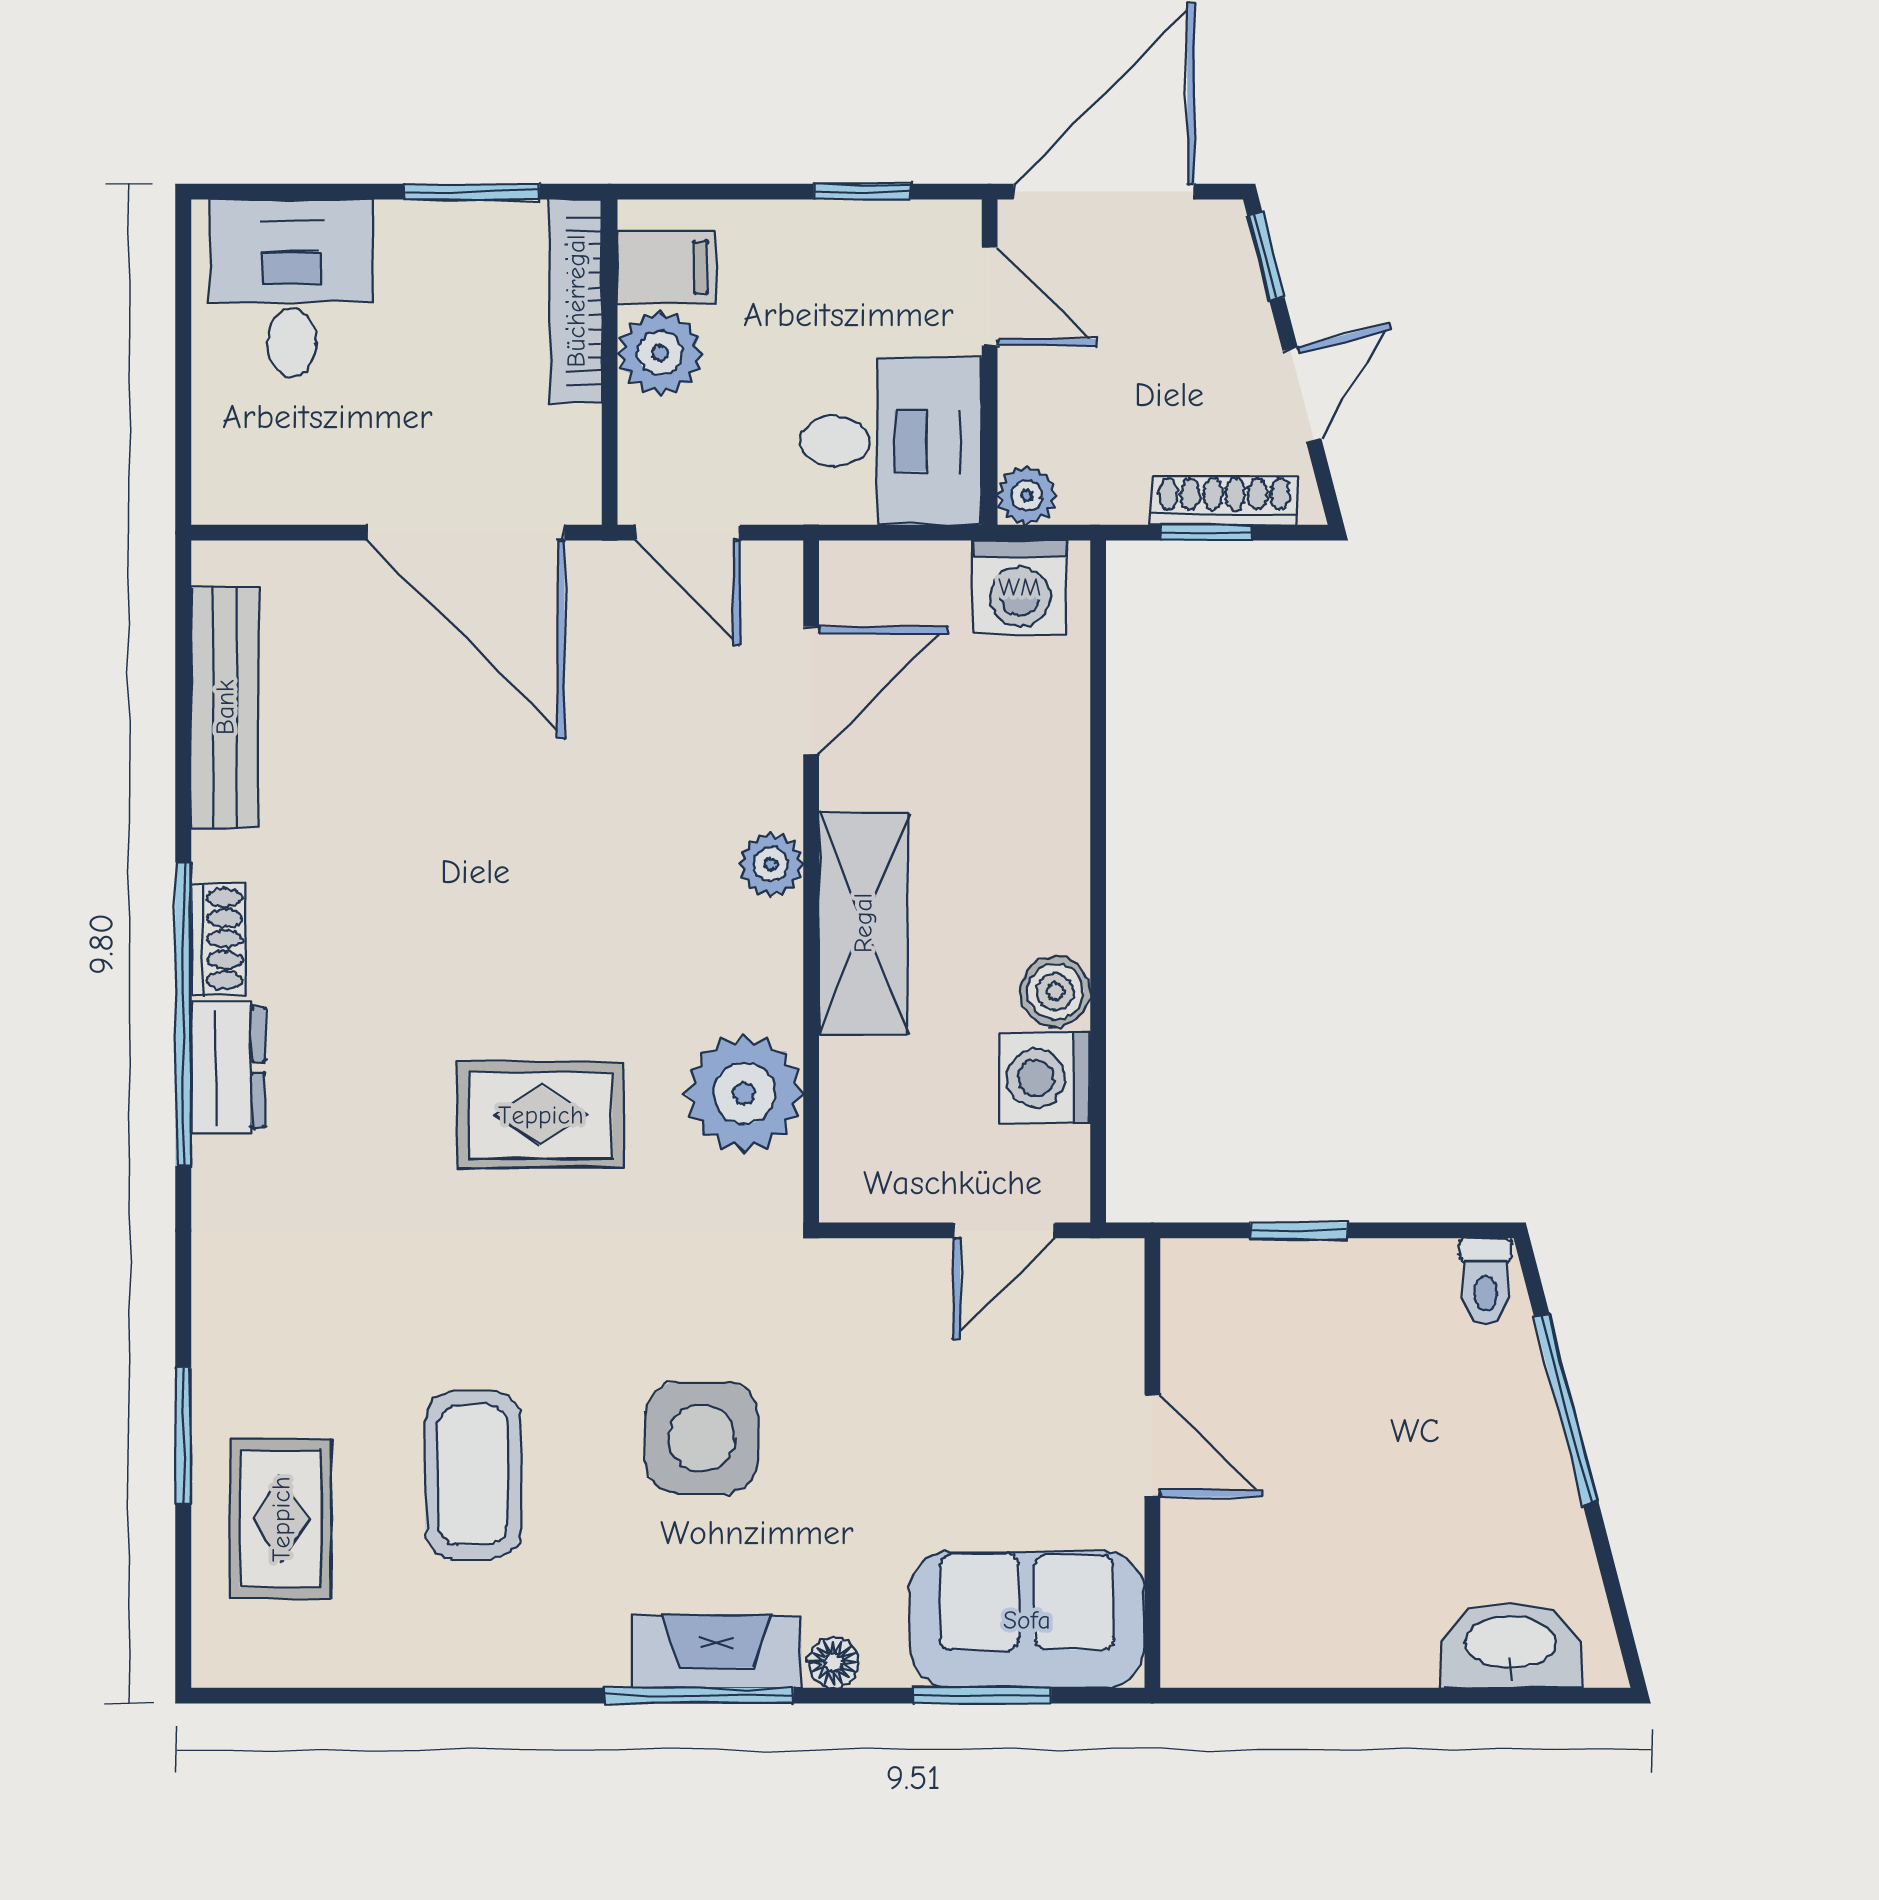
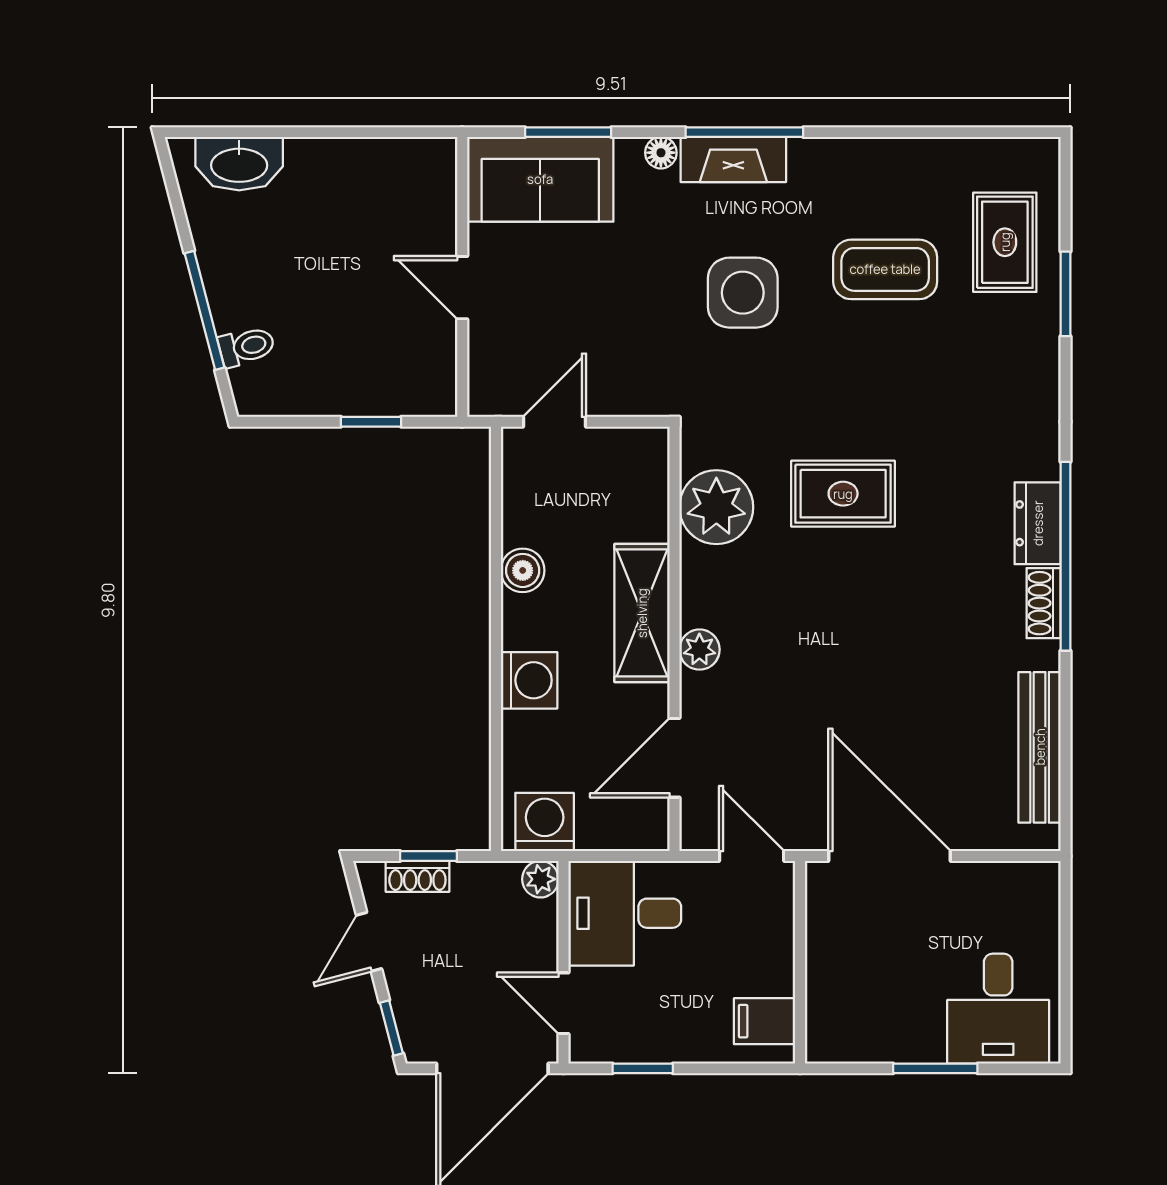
window: (472, 192) -> (935, 1068), moved
bookcase: (576, 301) -> (821, 1000), removed
plant: (660, 353) -> (769, 968), removed
shoe rack: (1224, 500) -> (417, 876), width x0.70
washing machine: (1045, 1078) -> (529, 680), moved
toilet: (1486, 1281) -> (247, 347), moved, turned 75
coffee table: (473, 1475) -> (885, 269), turned 90

